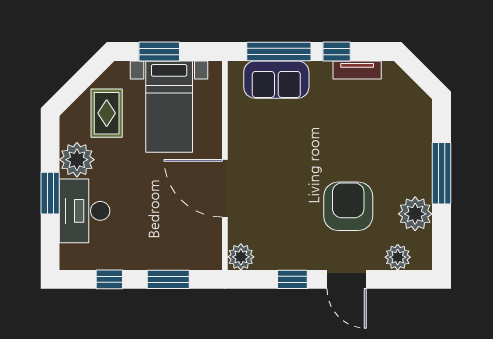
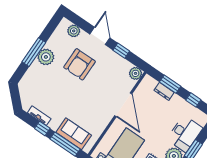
plant: (415, 214) -> (46, 57), moved
dresser: (170, 260) -> (164, 91), added

